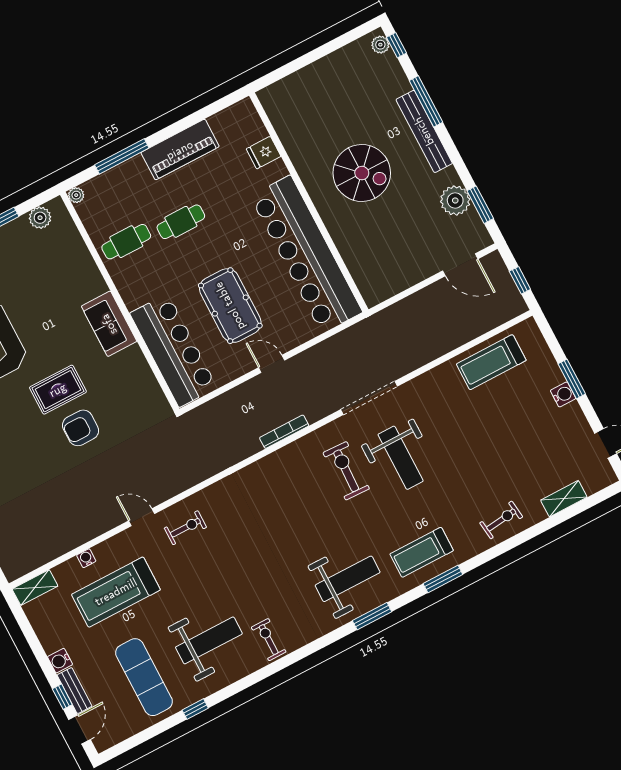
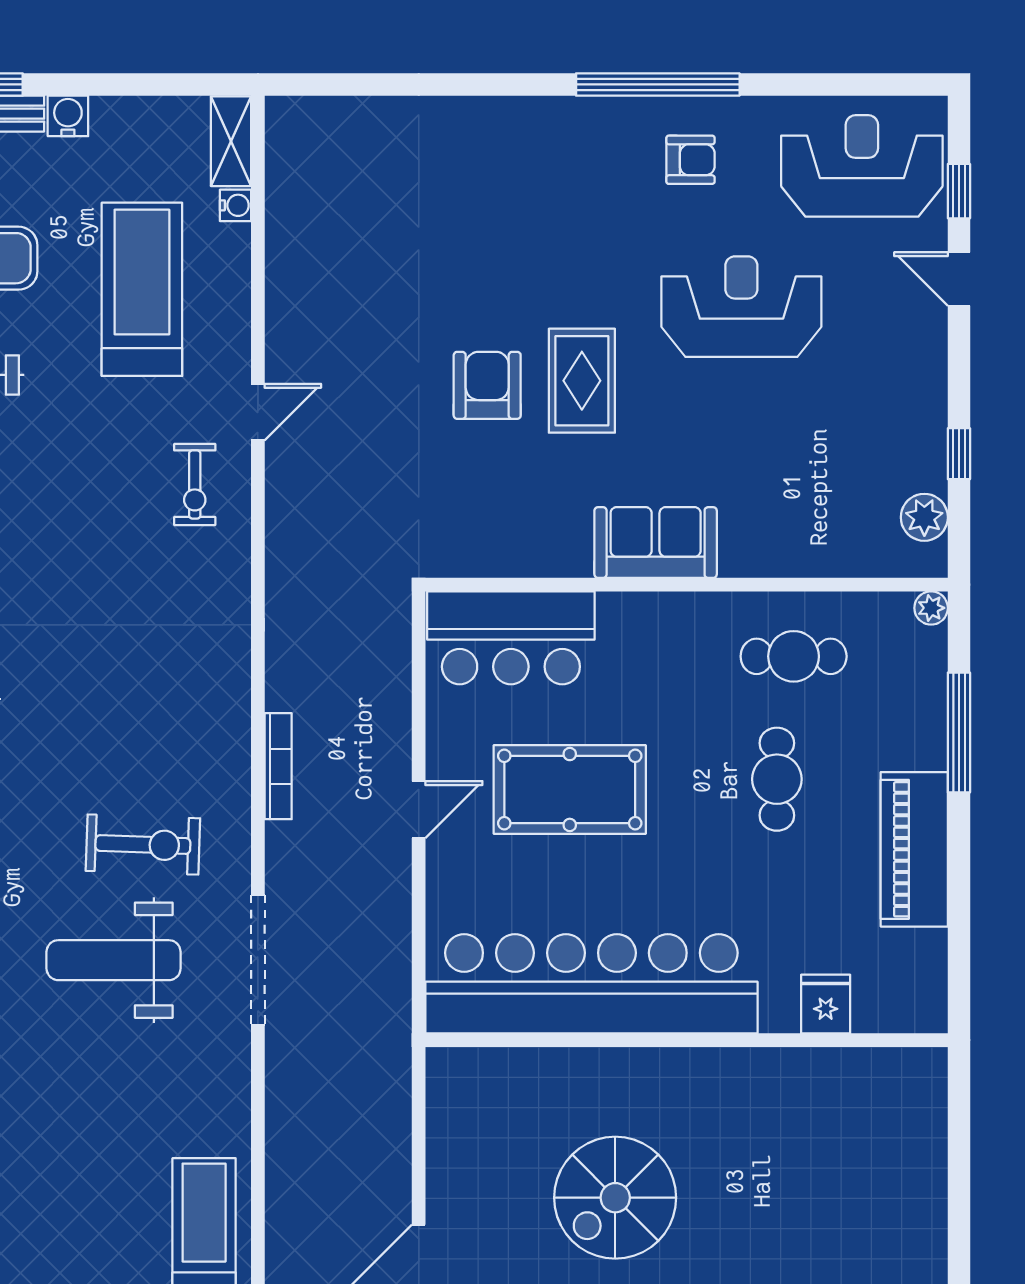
spiral stairs: (362, 173) -> (615, 1198), moved
cafe table: (126, 242) -> (794, 656), turned 90
bar counter: (174, 350) -> (511, 638), width x0.73
water cooler: (86, 558) -> (236, 205), moved

